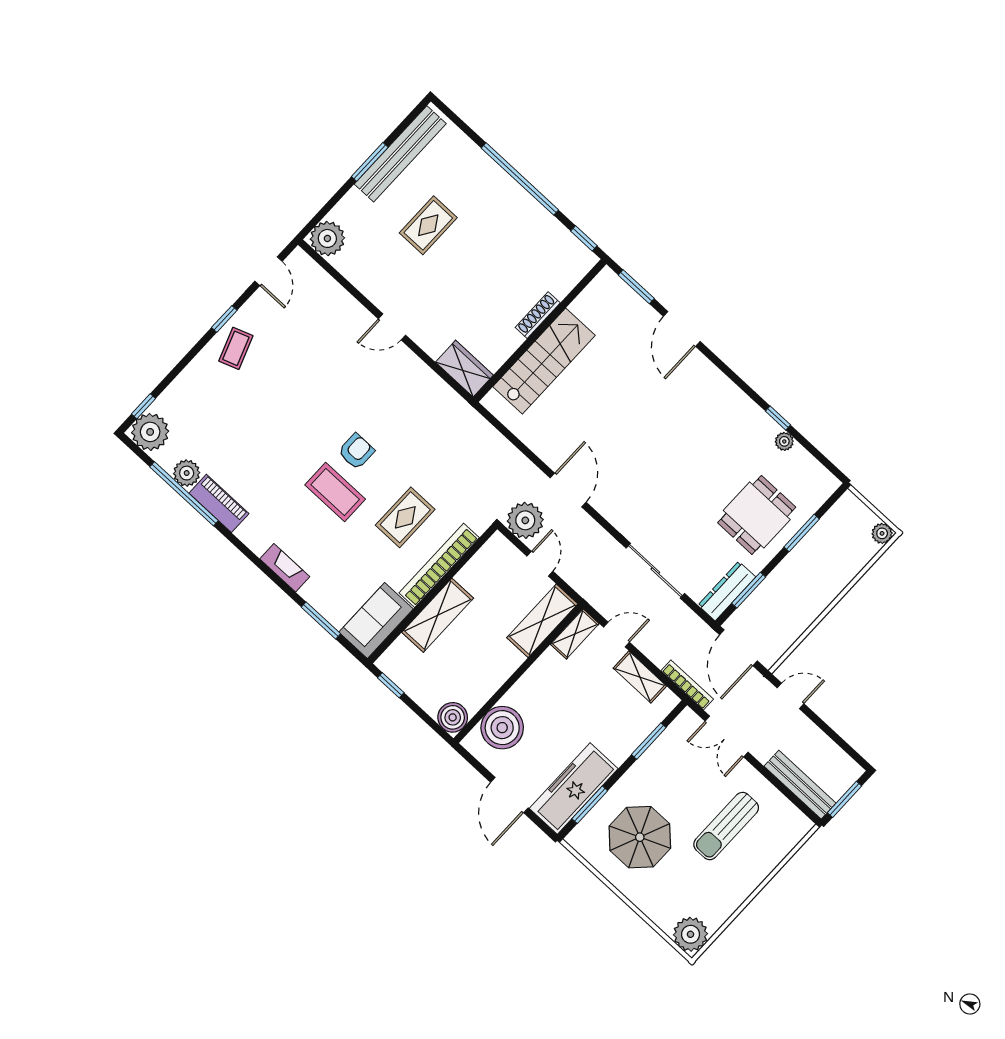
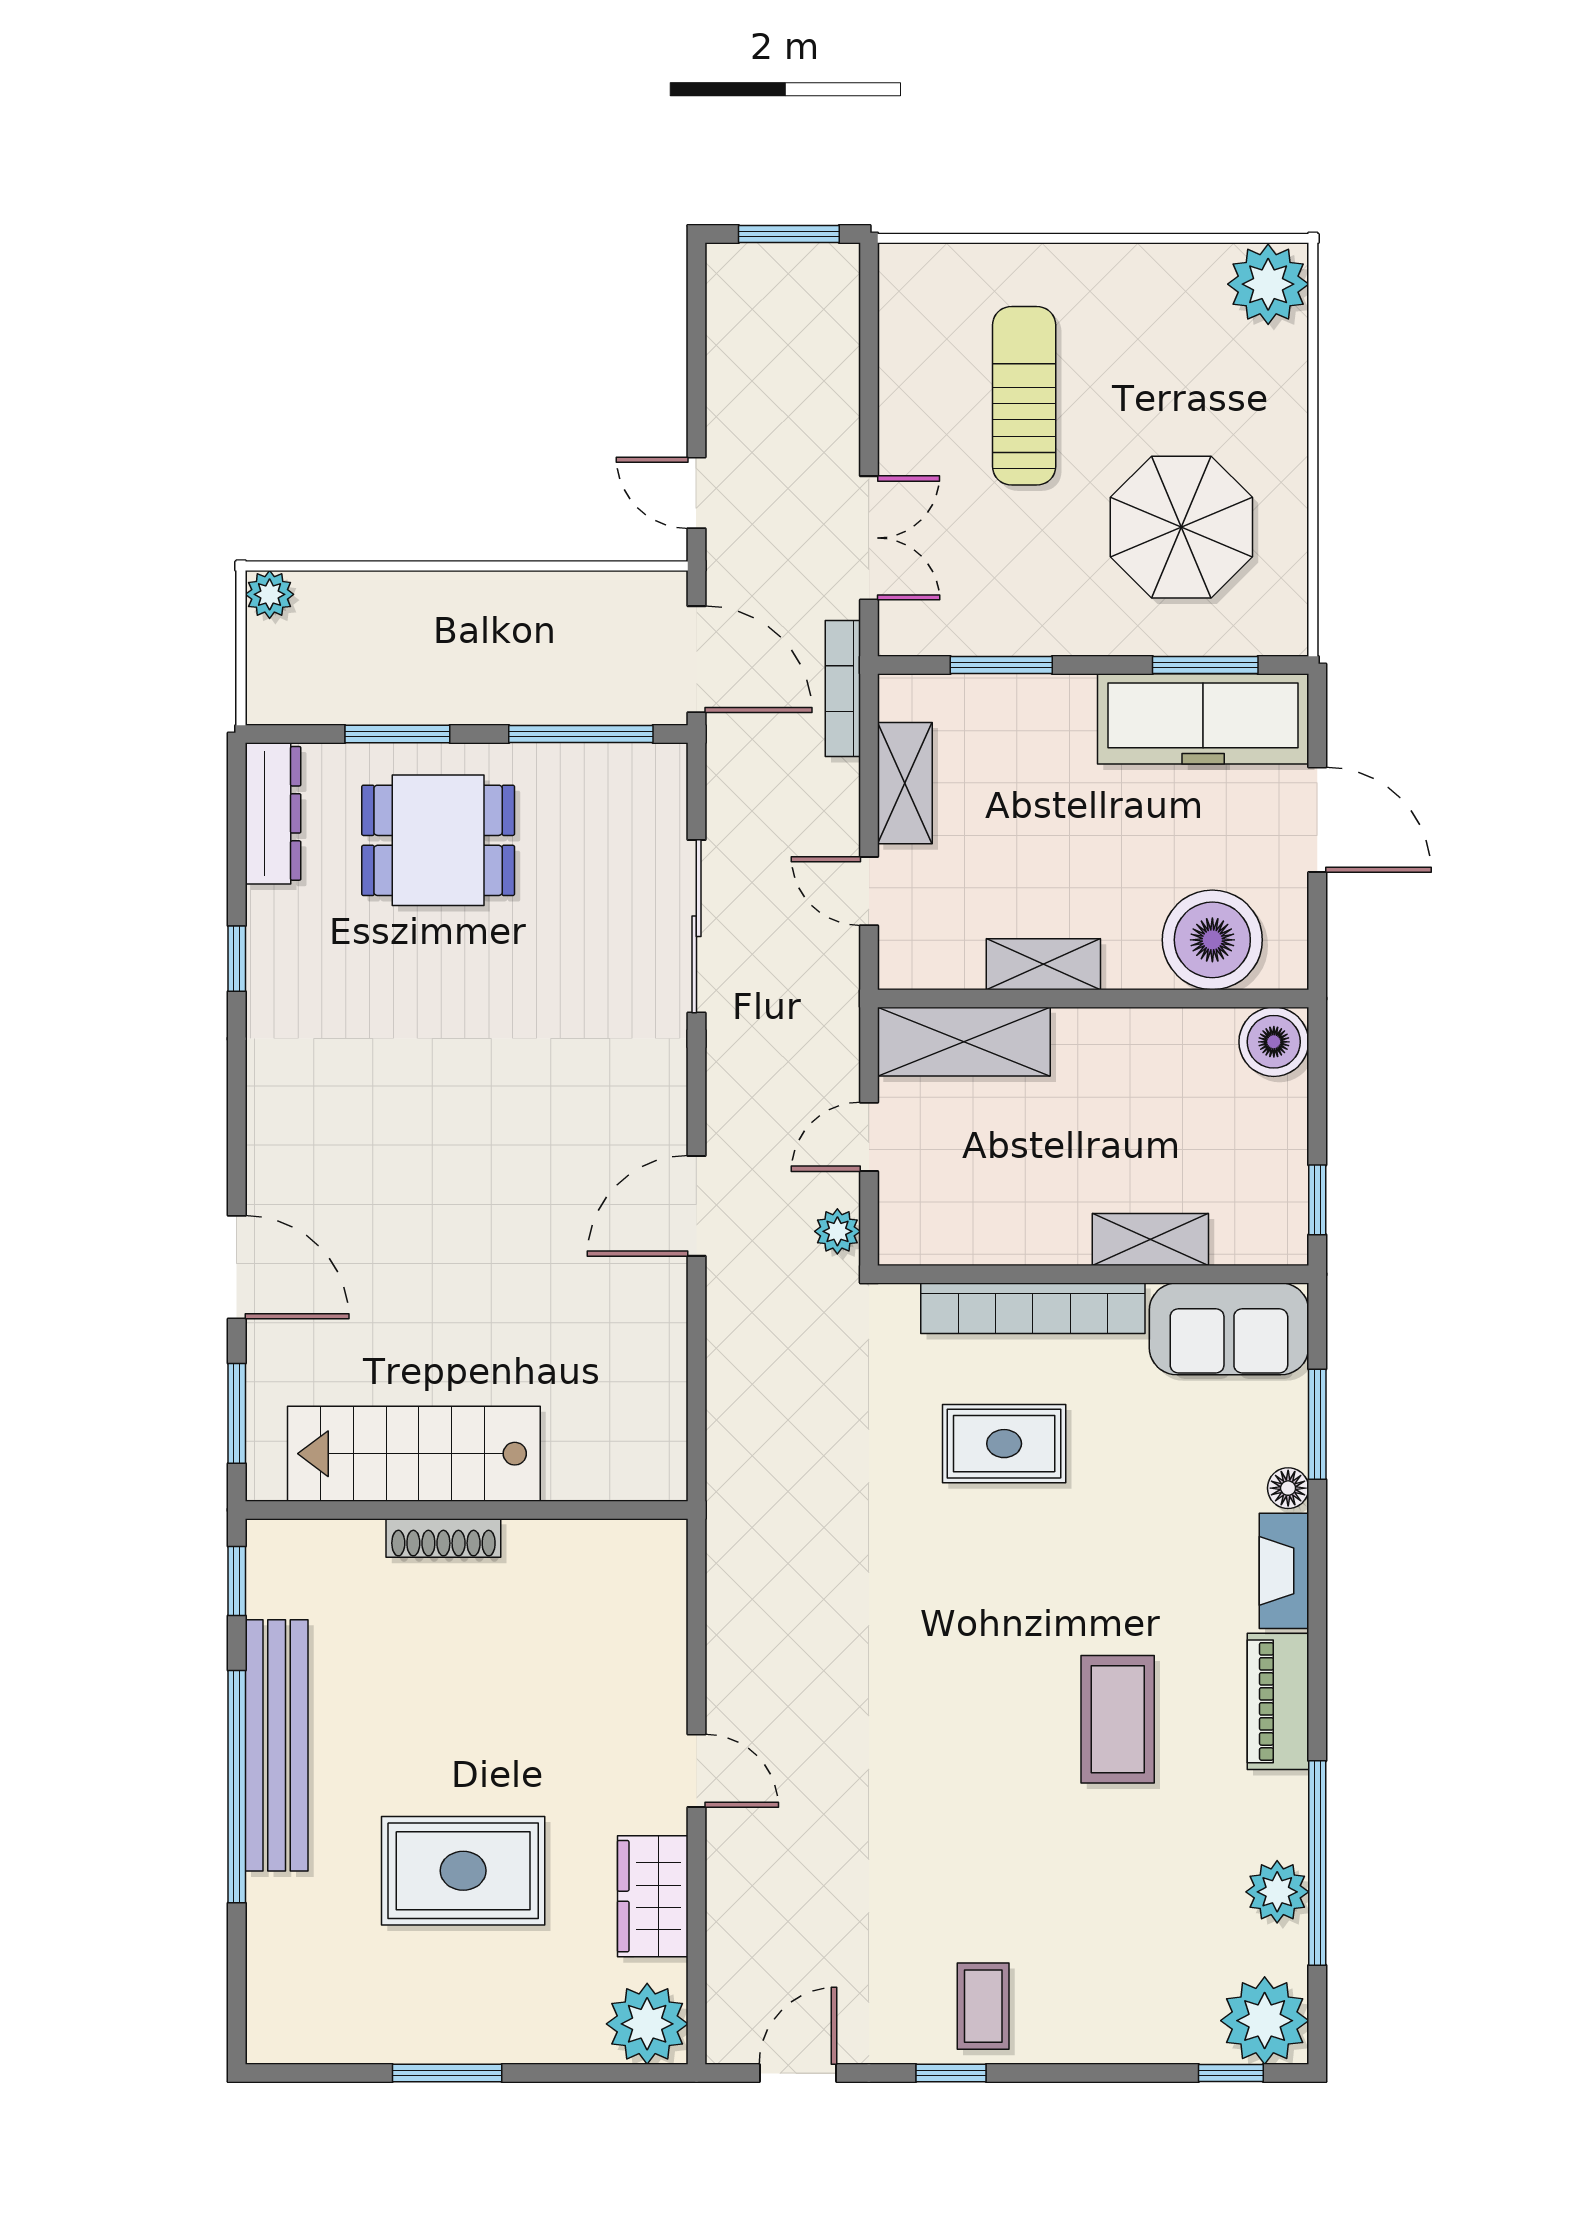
bench: (400, 154) -> (277, 1745), moved, turned 90
rug: (428, 225) -> (463, 1871), width x1.36, depth x1.43
door: (682, 329) -> (237, 1267), hinge flipped
coffee table: (236, 348) -> (983, 2006), turned -70
stairs: (544, 361) -> (414, 1454), moved
wardrobe: (464, 369) -> (653, 1896), moved
plant: (784, 441) -> (267, 910), removed
armchair: (356, 451) -> (969, 1633), removed
coffee table: (335, 492) -> (1118, 1719), moved
piano: (219, 503) -> (1278, 1701), moved
plant: (525, 520) -> (837, 1231), width x0.53, depth x0.53
window: (749, 590) -> (581, 734), width x1.44
dresser: (727, 591) -> (273, 813), moved, turned -90
floor lamp: (309, 593) -> (1288, 1488), added
shelving: (438, 615) -> (1150, 1240), width x0.67, depth x0.75
shelving: (575, 634) -> (1043, 964), moved
door: (739, 648) -> (696, 659), hinge flipped
bench: (800, 785) -> (835, 334), removed
door: (509, 795) -> (1317, 820), hinge flipped
sun lounger: (726, 826) -> (1024, 396), turned -90

